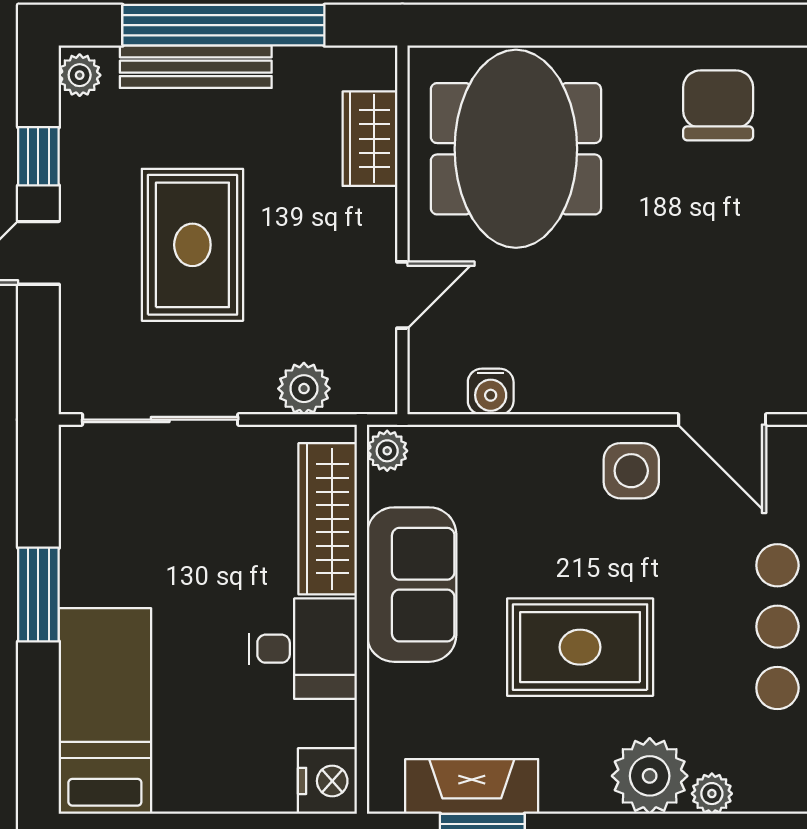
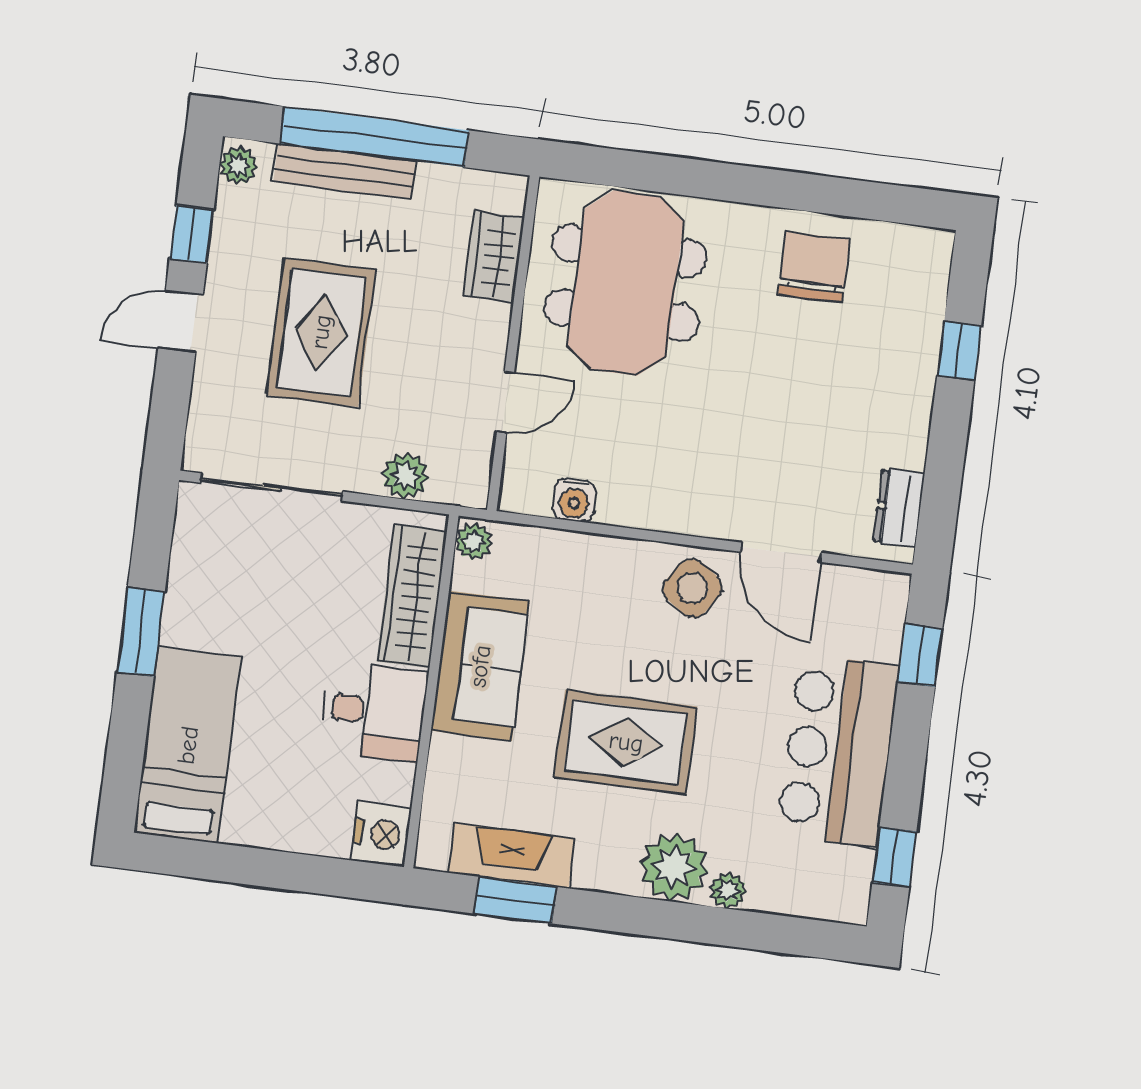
side table: (631, 471) -> (693, 588), turned 34

